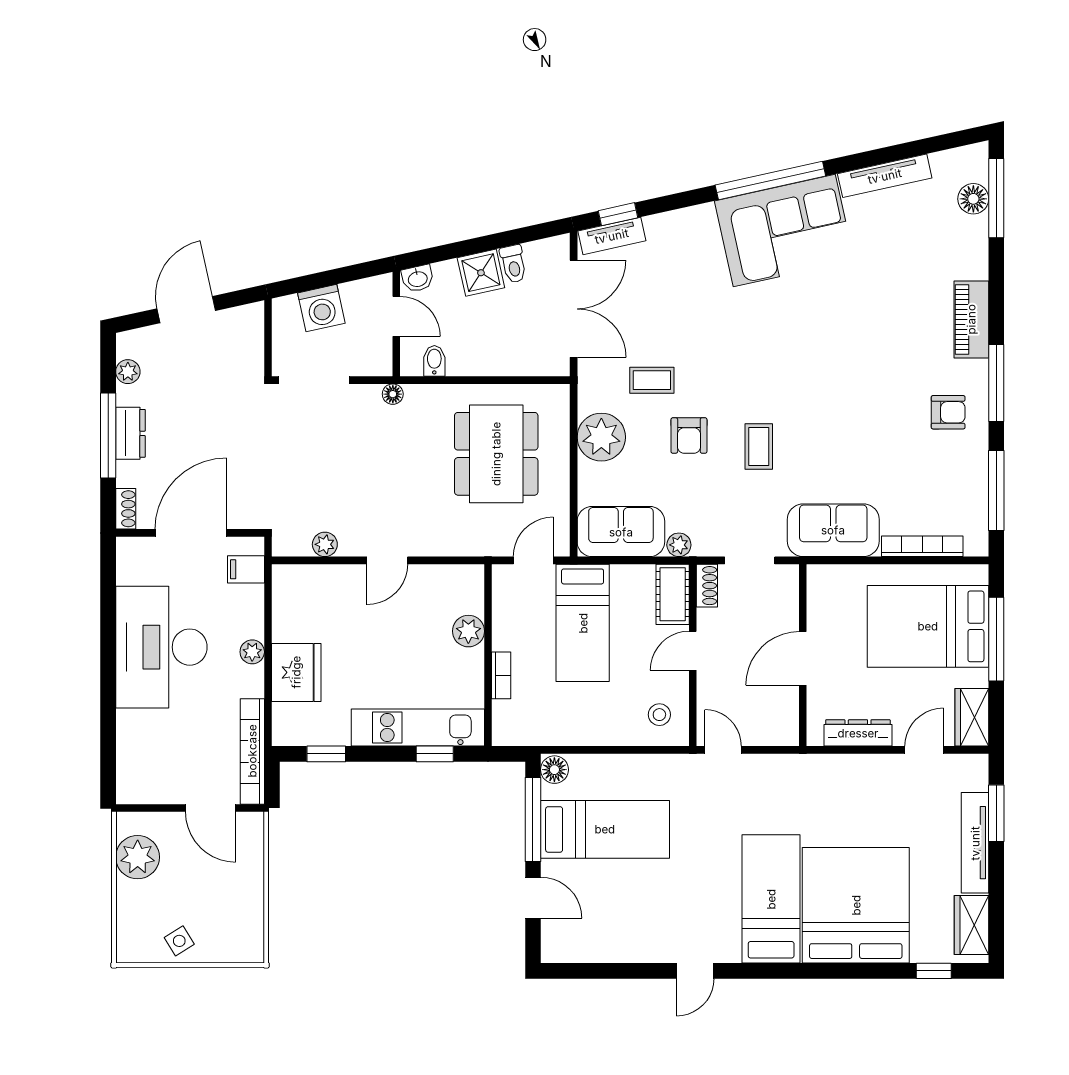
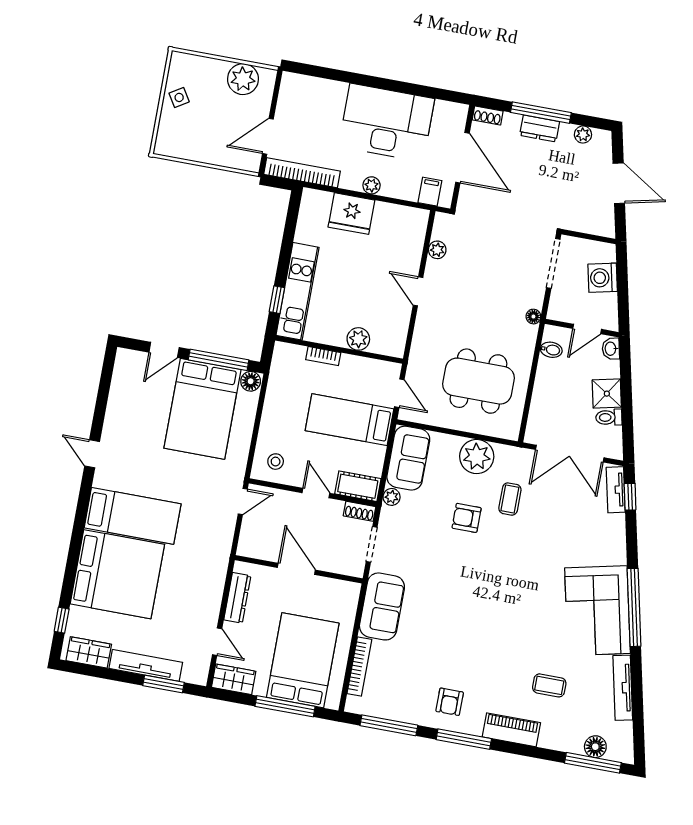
coffee table: (759, 446) -> (549, 685), moved
window: (326, 754) -> (291, 224), removed
bed: (605, 829) -> (202, 409), width x1.50

